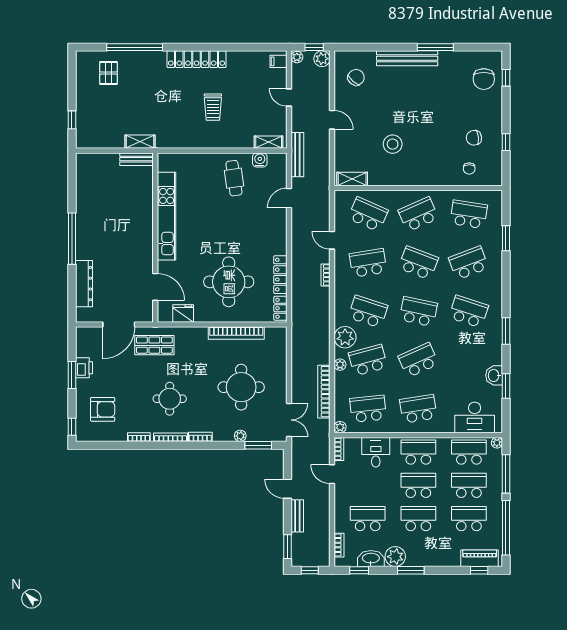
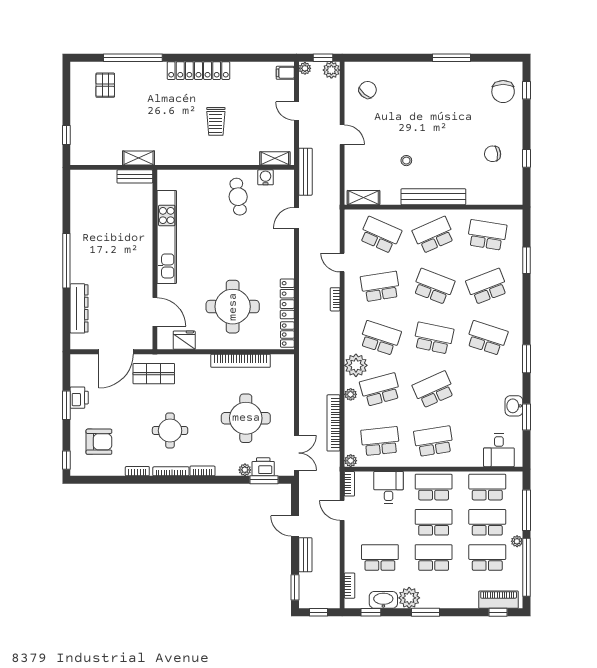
bench: (407, 58) -> (433, 197), moved
stool: (393, 144) -> (406, 161), width x0.53, depth x0.53
chair: (469, 169) -> (488, 186), removed
desk: (475, 417) -> (499, 450), width x0.73
printer: (258, 433) -> (263, 467), added
plant: (497, 443) -> (517, 541), moved

